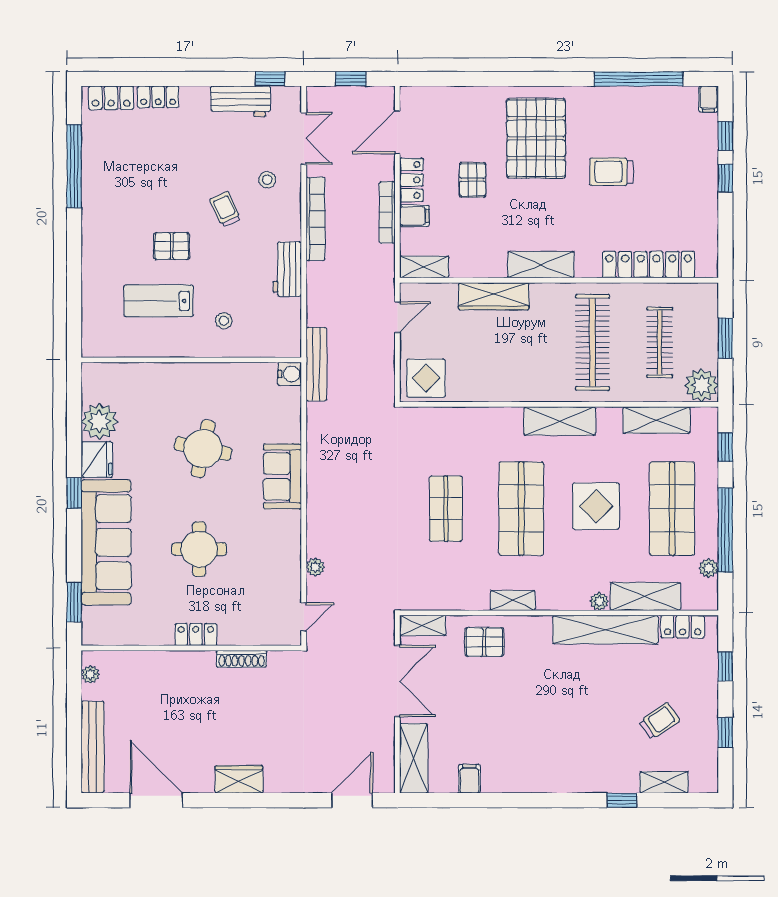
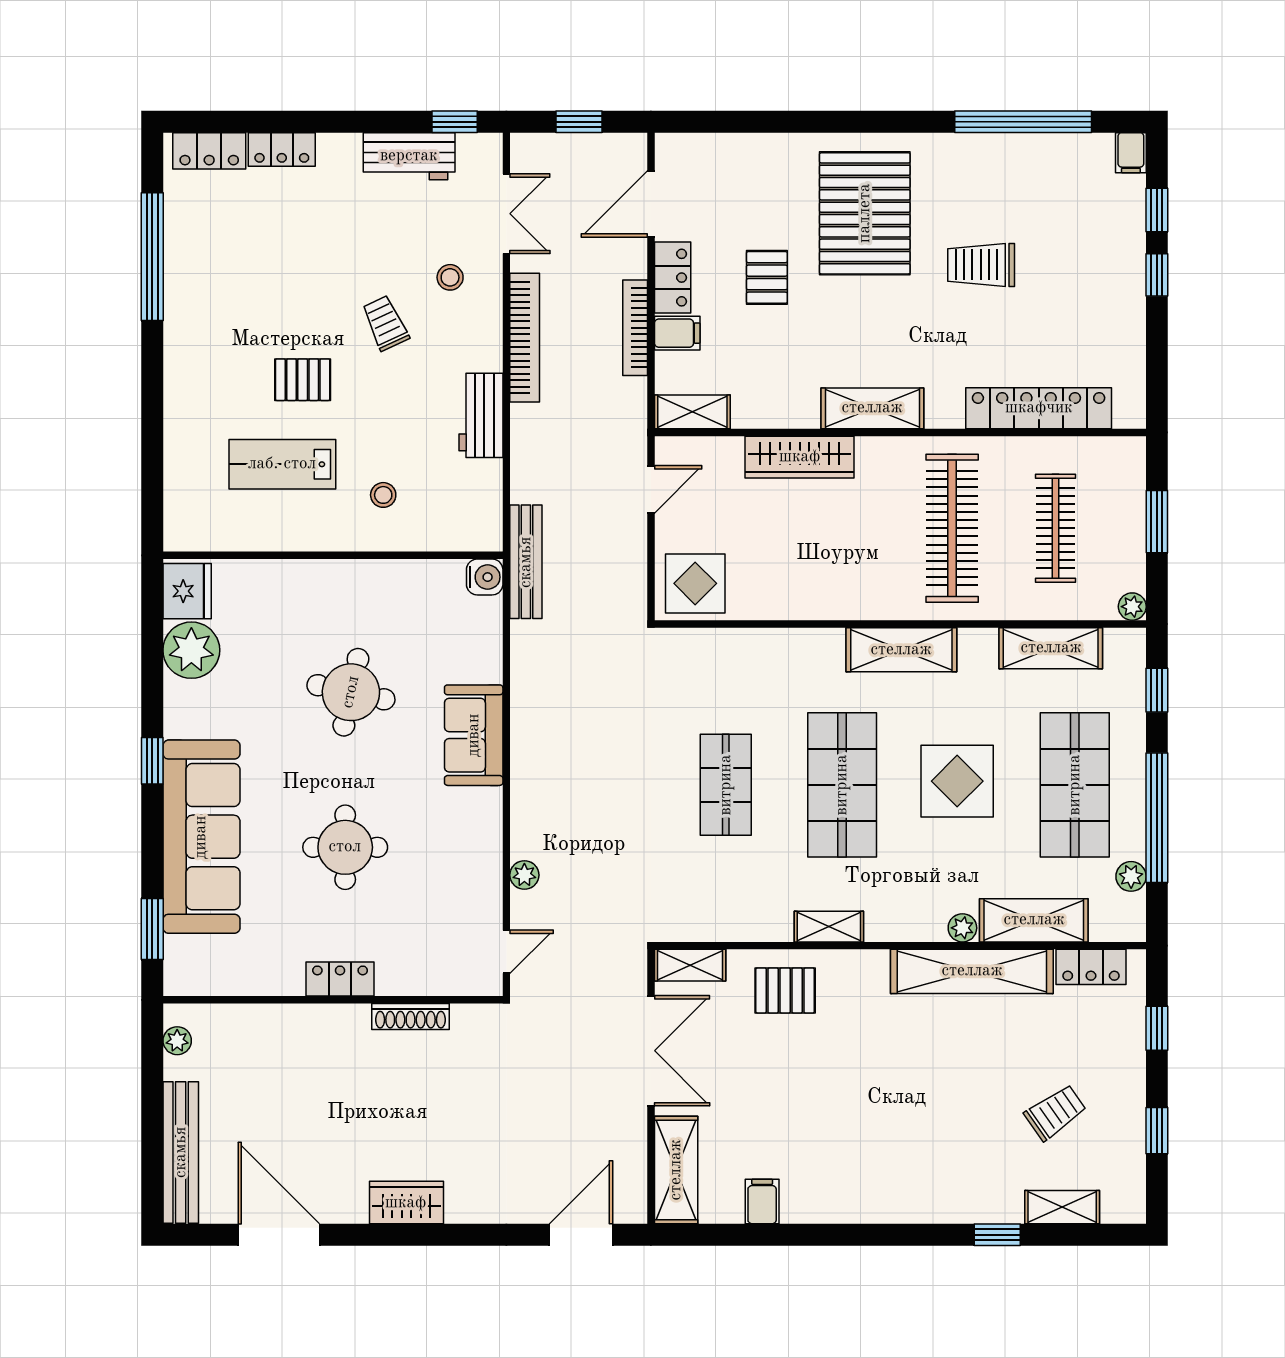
plant: (701, 385) -> (1132, 607), width x0.53, depth x0.53
fridge: (97, 460) -> (187, 591), moved

